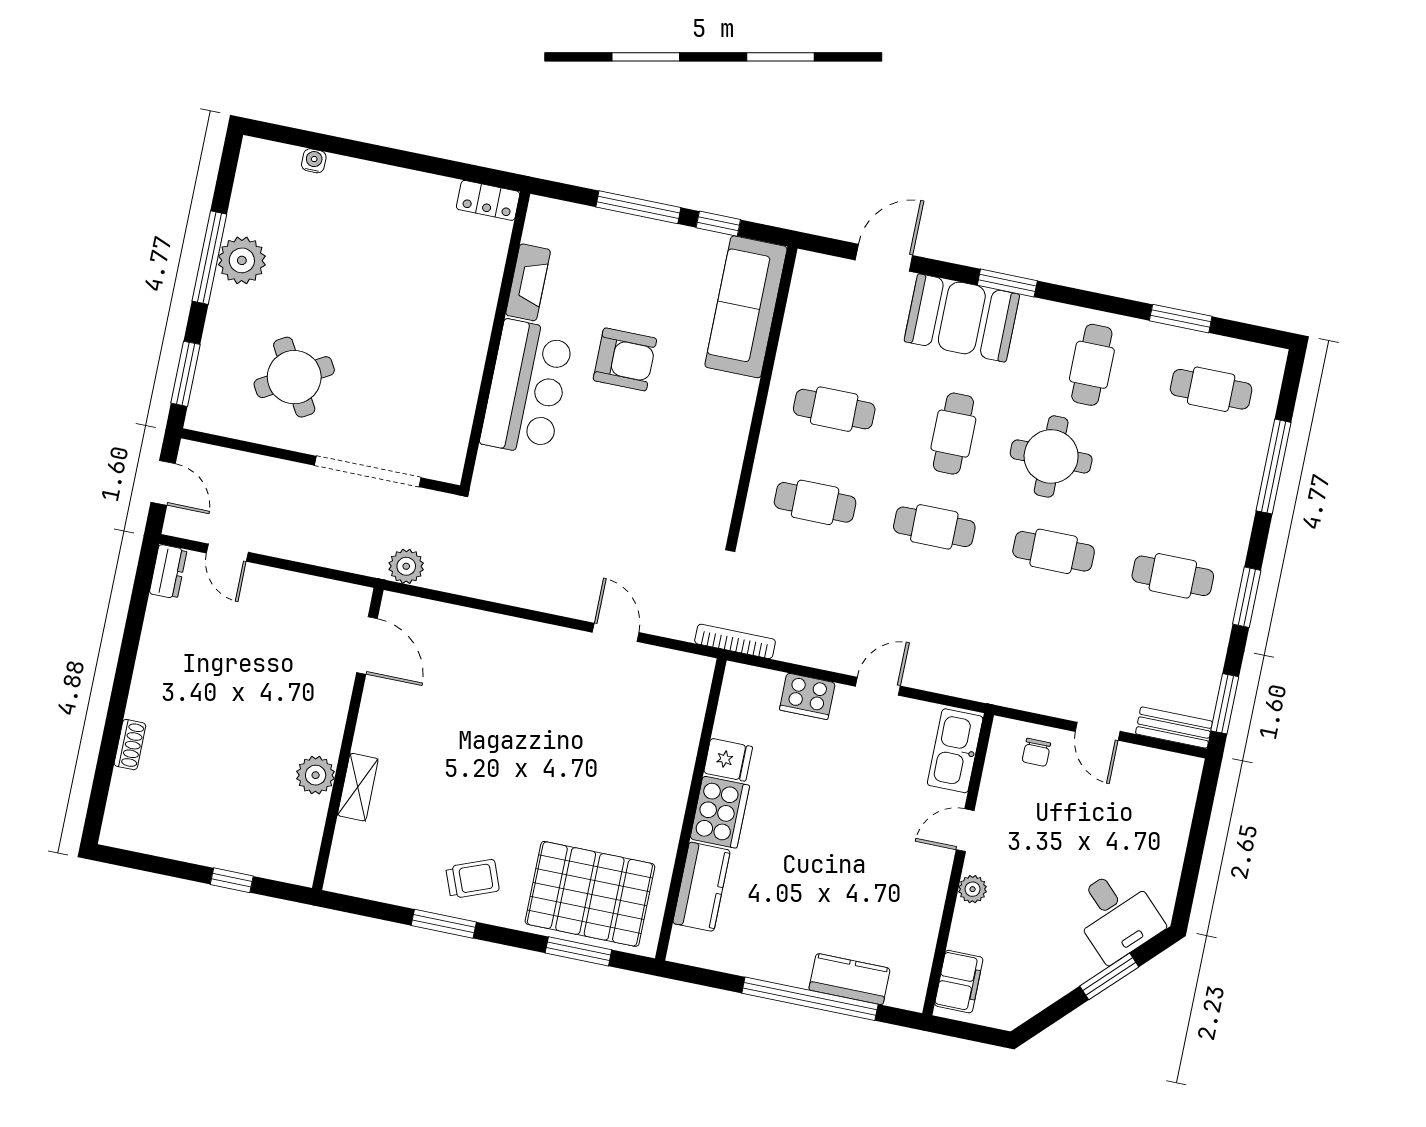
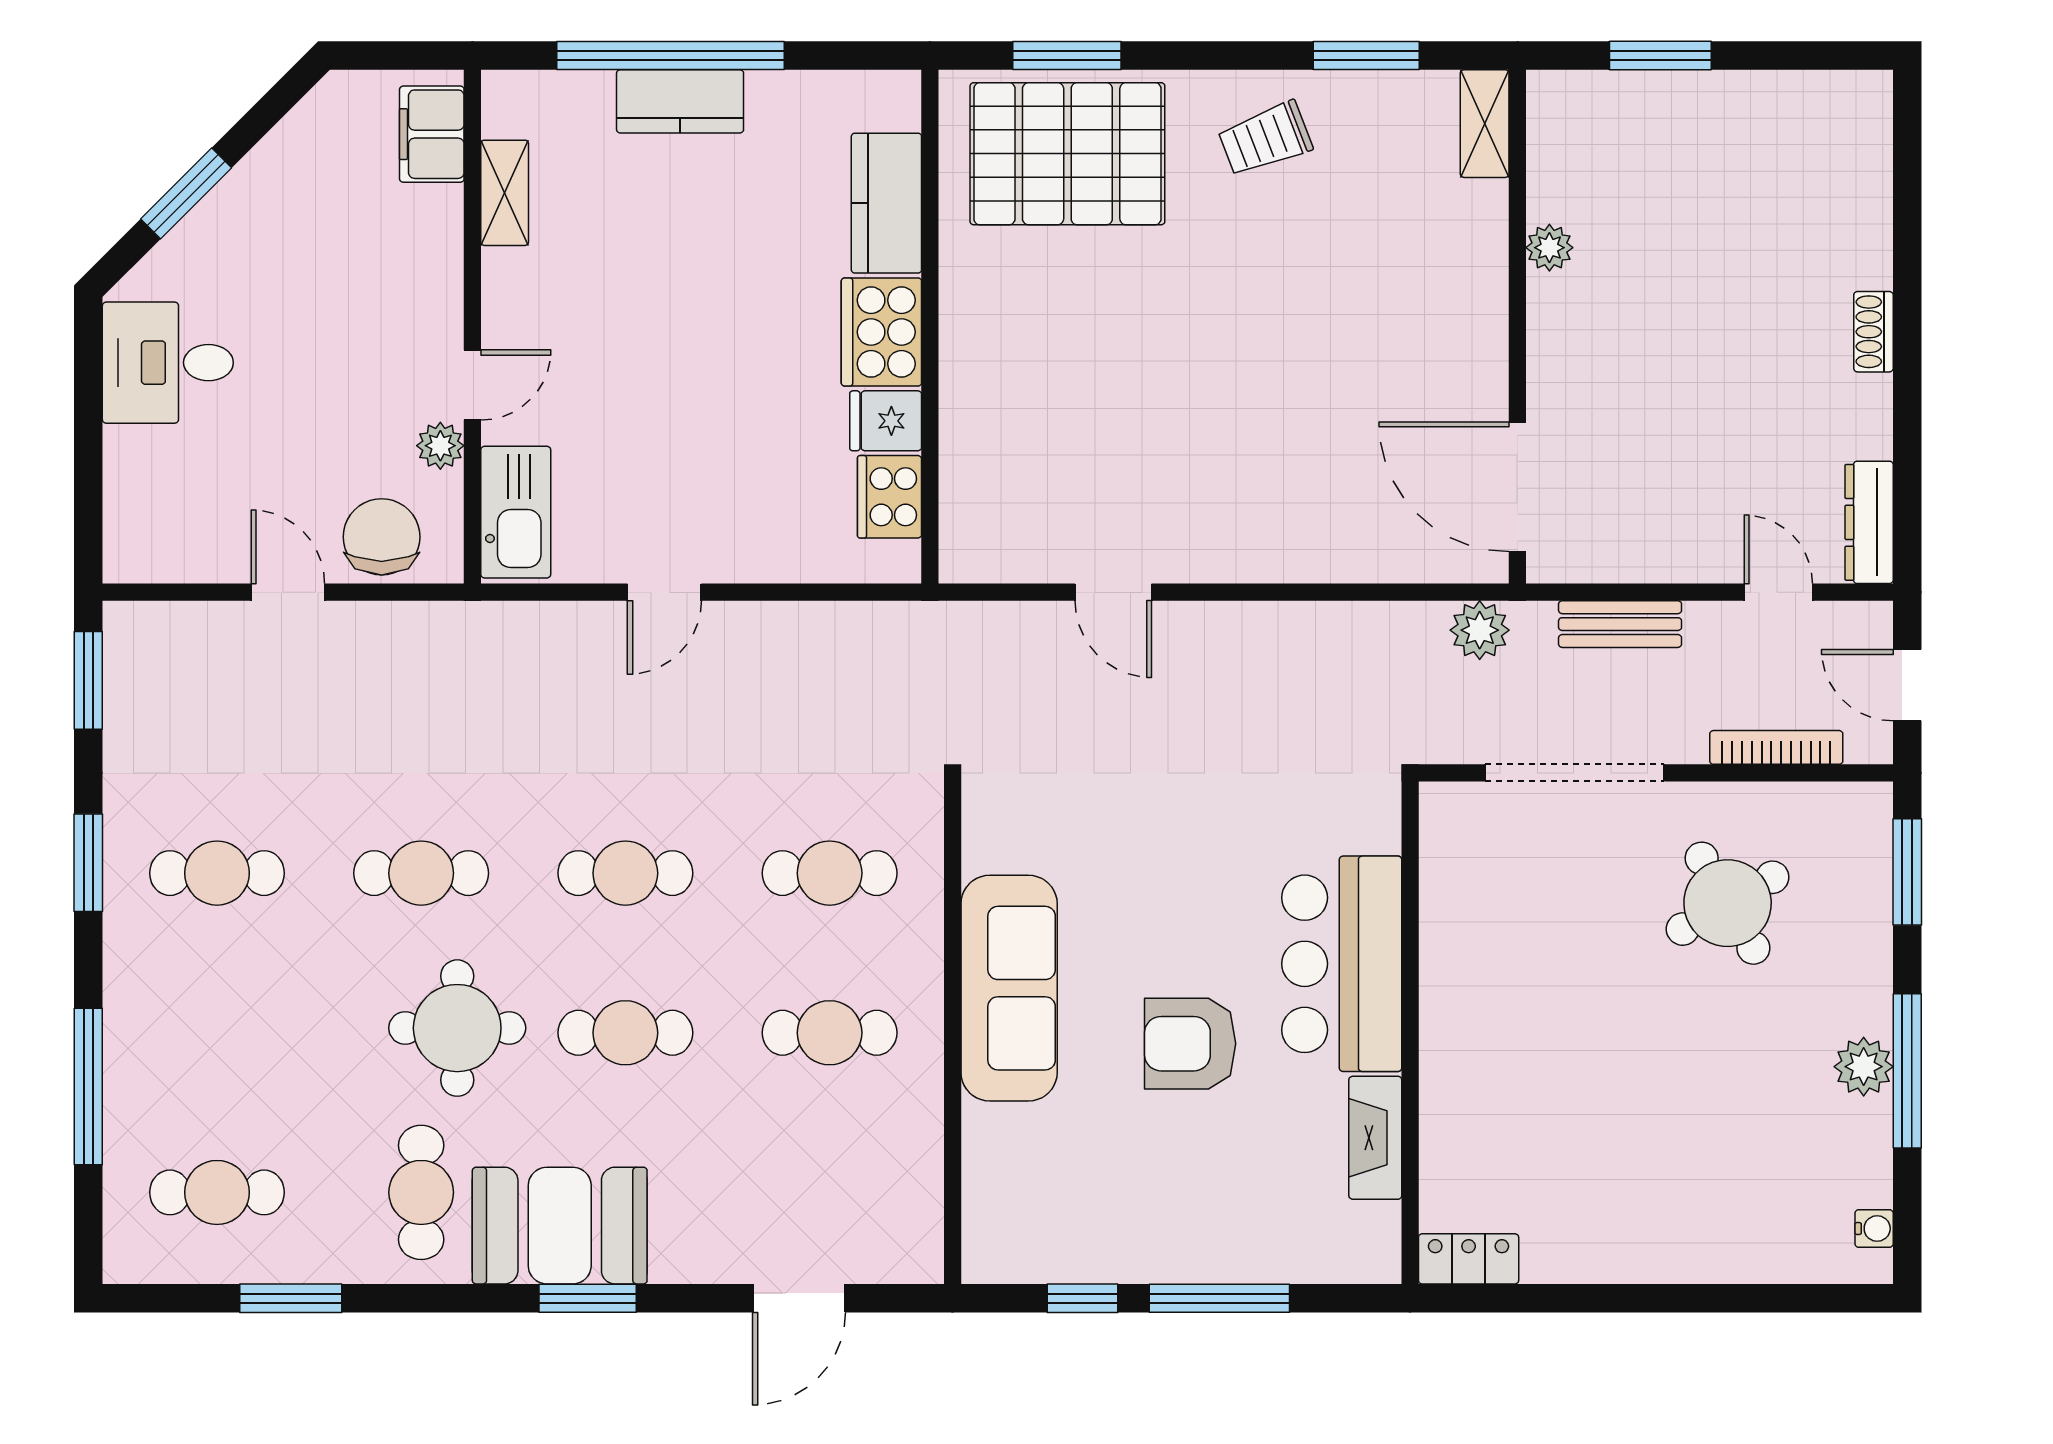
water cooler: (314, 161) -> (1874, 1229), moved, turned -90
plant: (242, 260) -> (1864, 1067), width x0.73, depth x0.73
sofa: (746, 307) -> (1009, 988), moved
booth: (962, 318) -> (560, 1226), moved
cafe table: (953, 434) -> (625, 1033), turned 90
dresser: (168, 572) -> (1869, 522), width x1.44
bookcase: (735, 641) -> (1776, 747), moved, turned 180
door: (367, 645) -> (1517, 487), width x1.36
cooker: (807, 696) -> (890, 497), moved, turned -90
bench: (1174, 728) -> (1620, 624), moved
shoe rack: (130, 745) -> (1873, 332), moved
chair: (1036, 752) -> (382, 537), width x1.87, depth x1.87
plant: (316, 775) -> (1549, 248), width x0.73, depth x0.73
shelving: (358, 787) -> (1485, 124), moved
window: (232, 880) -> (1660, 56), width x1.50
plant: (973, 889) -> (440, 446), moved
desk: (1117, 915) -> (168, 363), moved, turned -45
window: (444, 924) -> (1366, 56), moved
shelving: (923, 939) -> (505, 193), added
kitchen counter: (850, 979) -> (680, 101), moved

